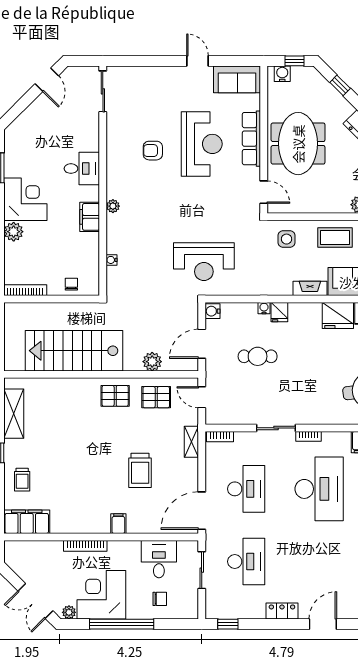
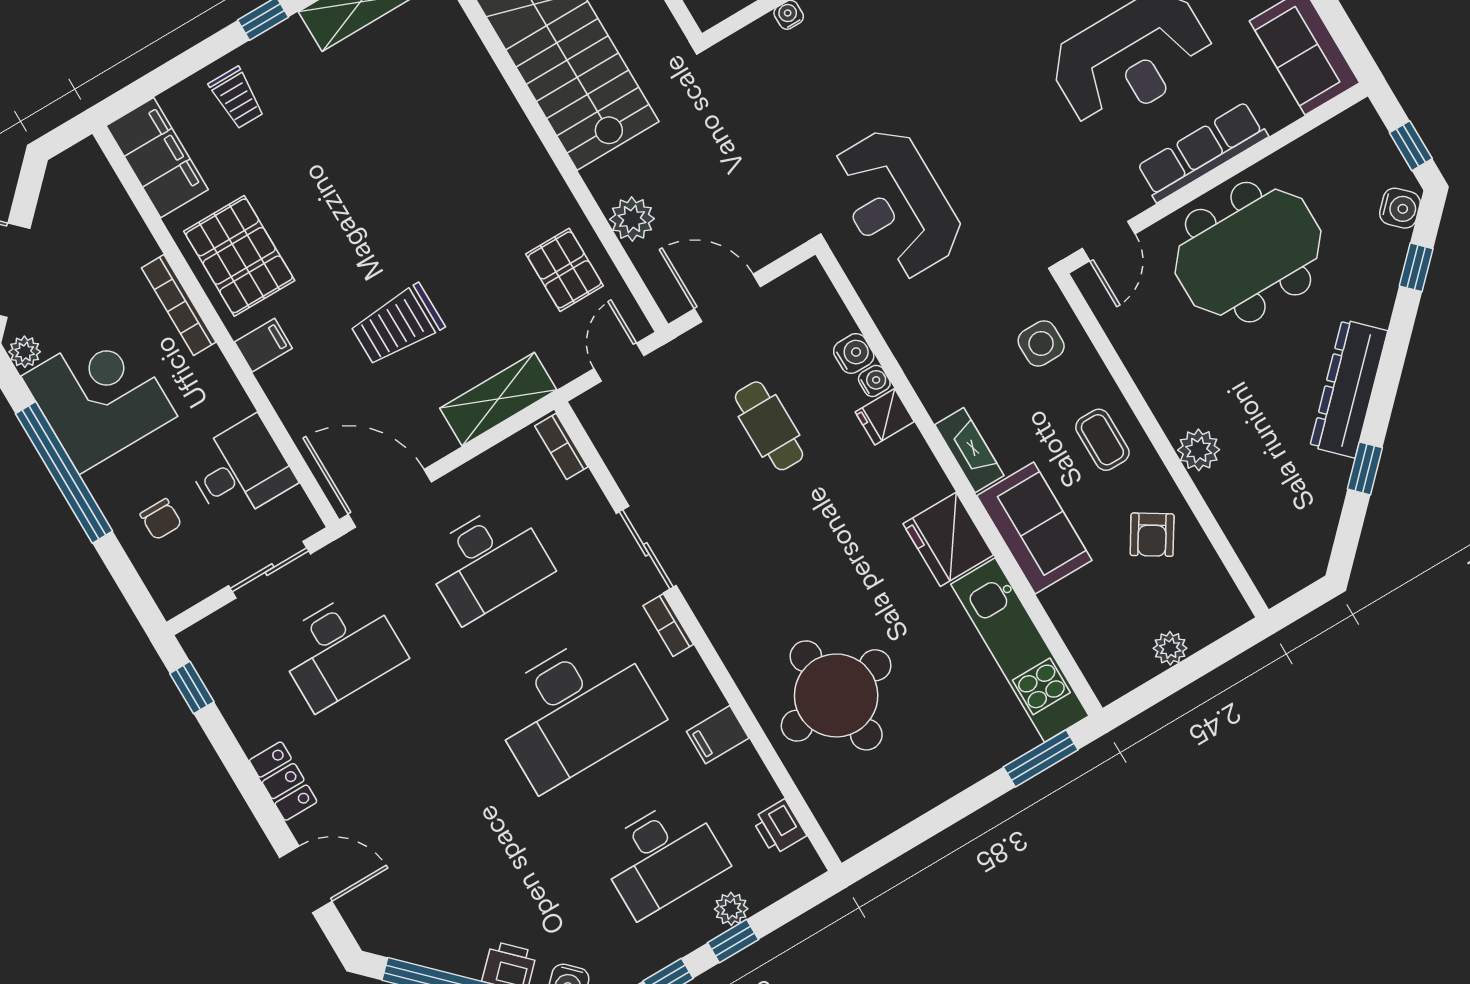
water cooler: (282, 74) -> (1400, 208), moved, turned 45
coffee table: (335, 237) -> (1102, 440), width x0.73, depth x0.77
water cooler: (212, 311) -> (854, 353), moved, turned 90
pallet: (115, 396) -> (239, 256), moved, width x1.50, depth x1.42
shelving: (191, 442) -> (498, 399), width x1.50, depth x1.33
trolley: (22, 480) -> (237, 98), turned -90

